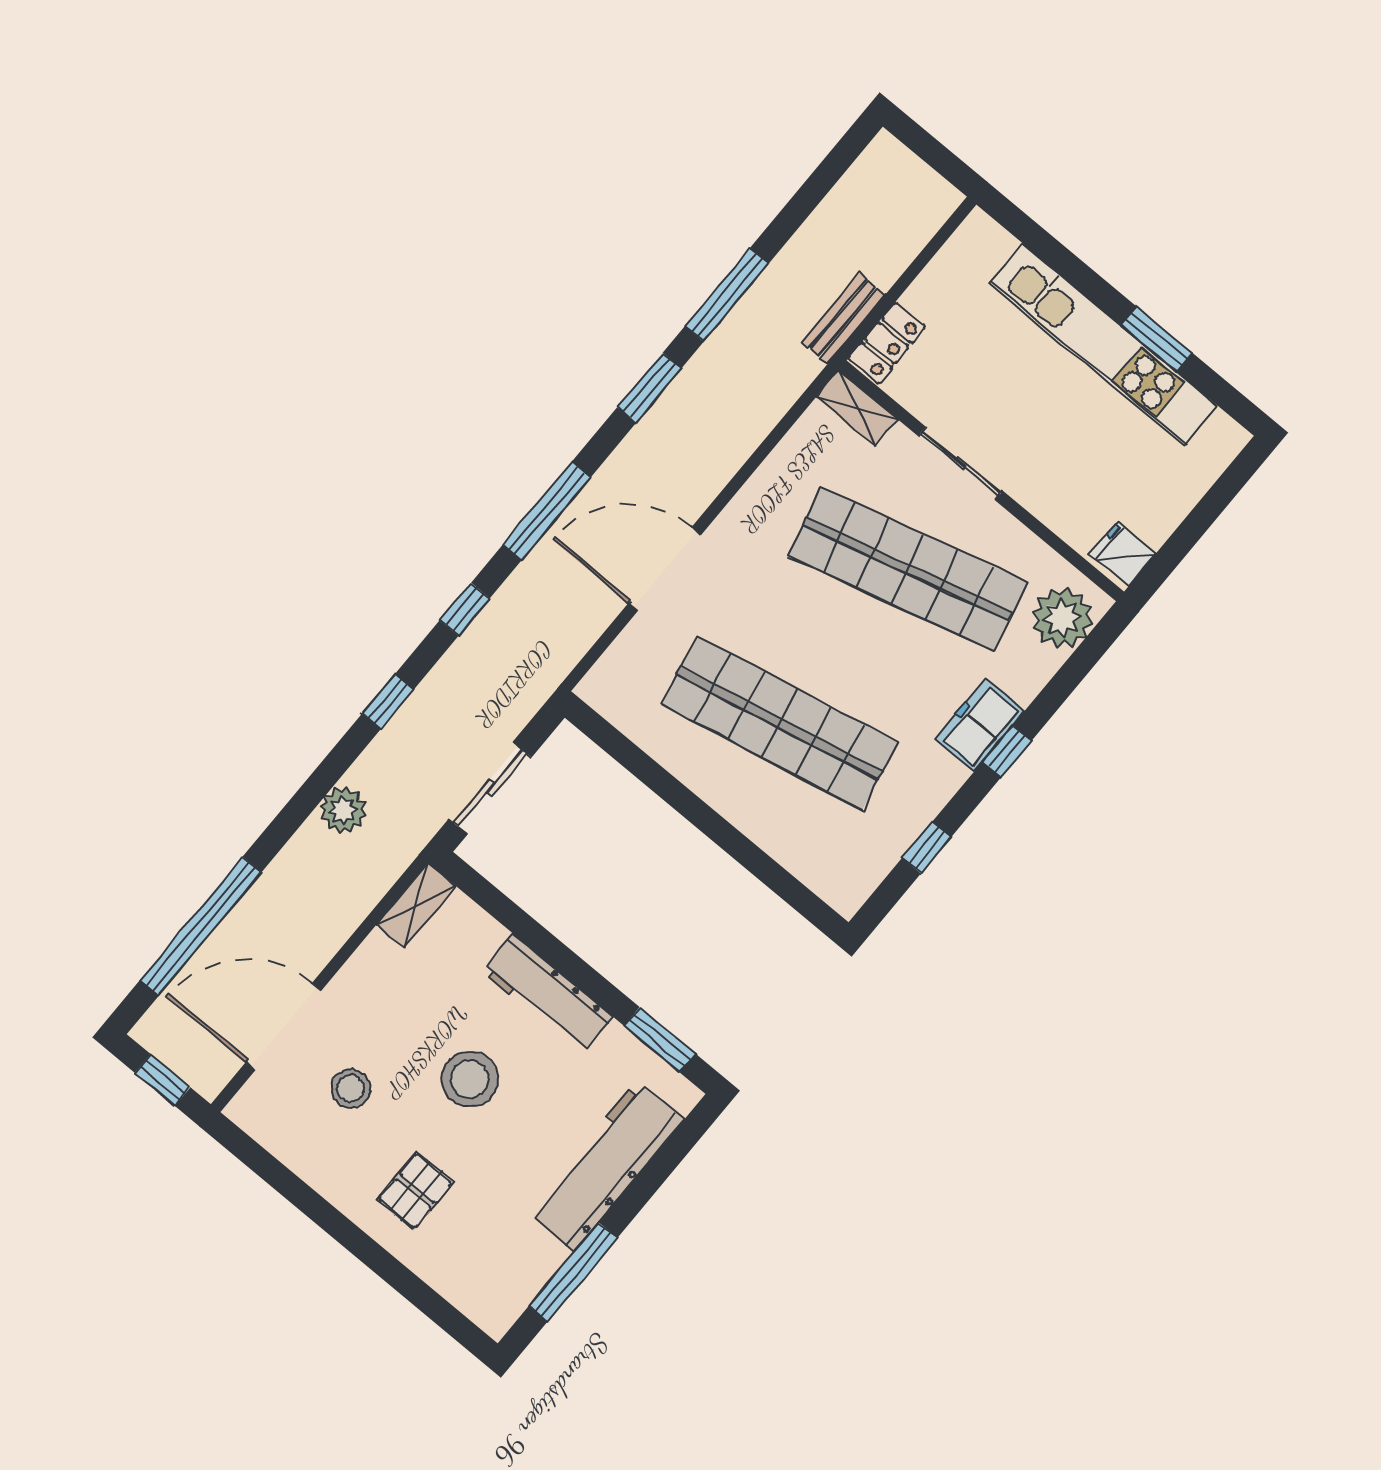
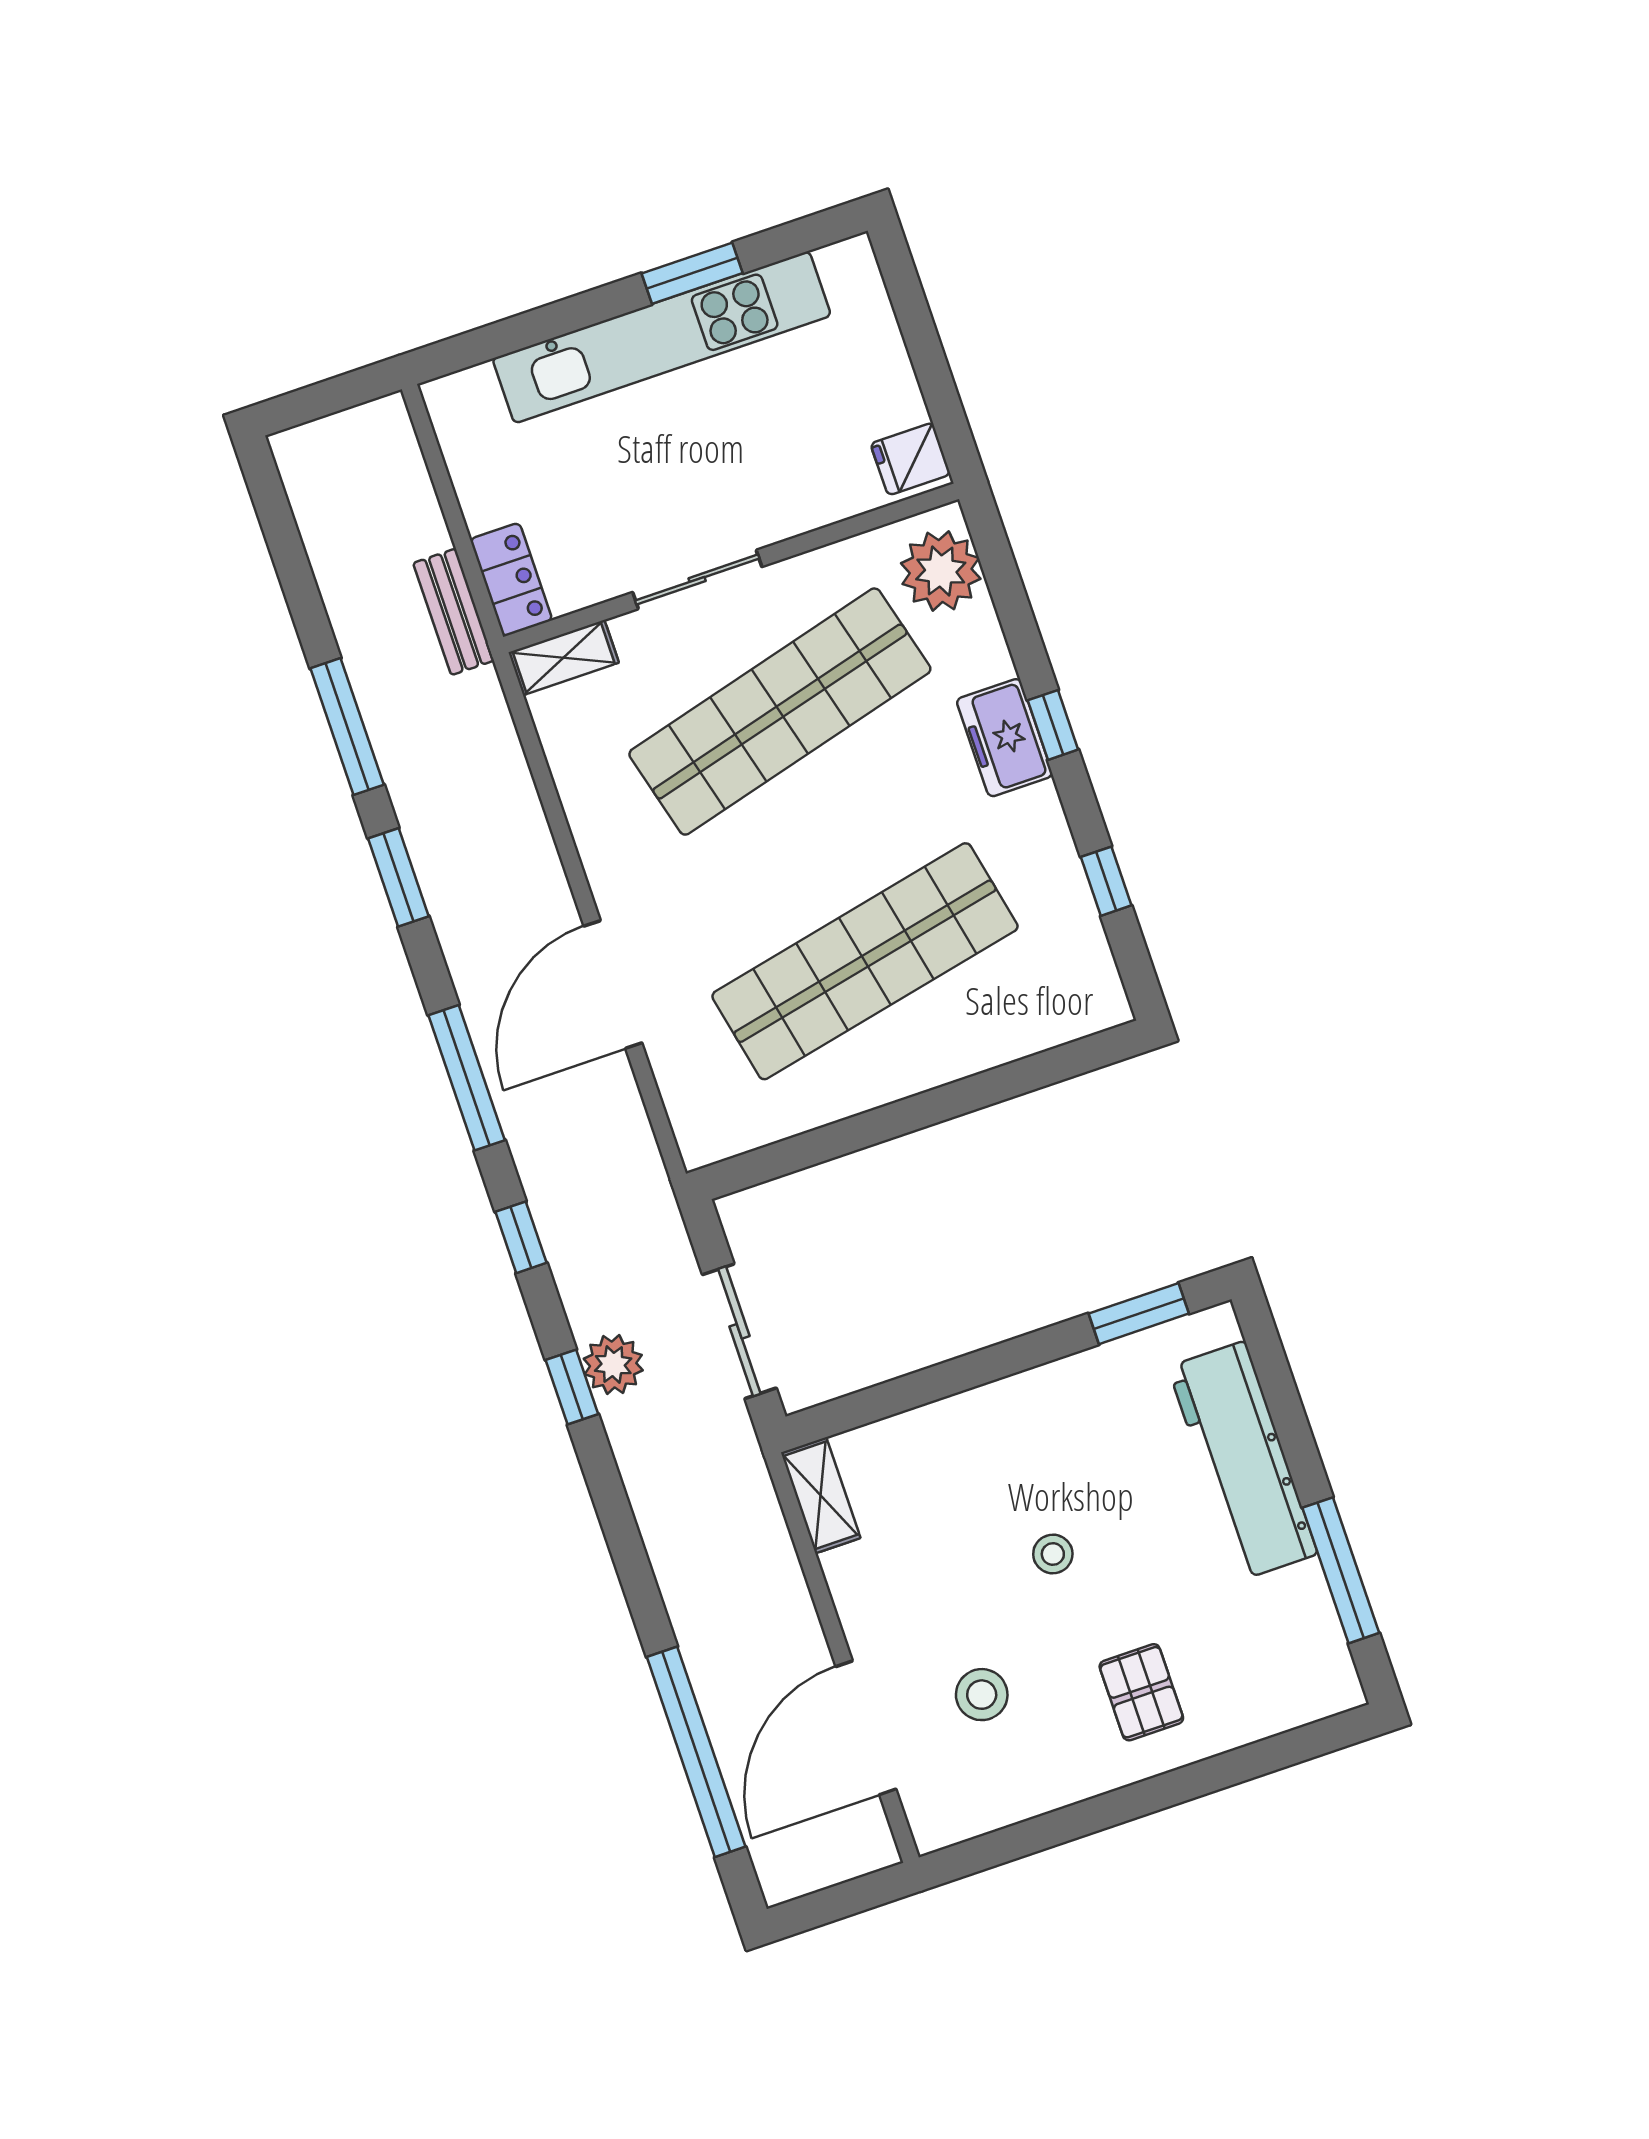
plant: (343, 810) -> (613, 1365), moved
workbench: (547, 994) -> (1010, 1409), removed
stool: (470, 1079) -> (1053, 1554), width x0.53, depth x0.53
window: (163, 1080) -> (843, 1900), removed

